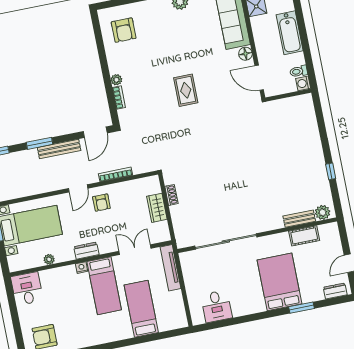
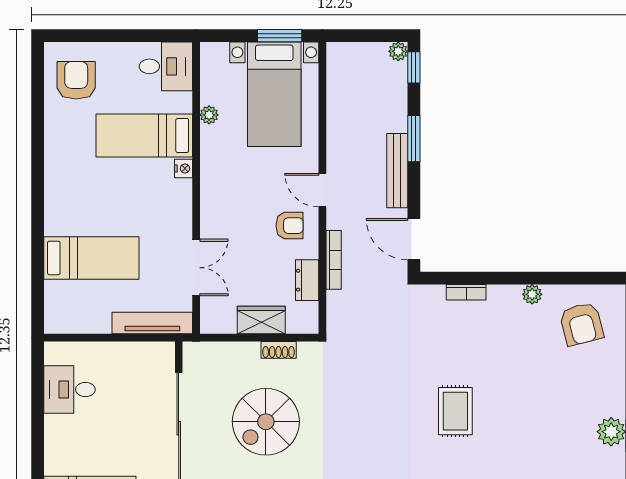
armchair: (124, 30) -> (581, 324), turned -104
plant: (116, 80) -> (532, 294), moved
rug: (186, 90) -> (455, 411), turned 90
spiral stairs: (213, 194) -> (266, 422), added
armchair: (101, 203) -> (290, 226), turned 180
dresser: (86, 251) -> (307, 280), moved, turned 180
bed: (104, 286) -> (144, 135), moved

